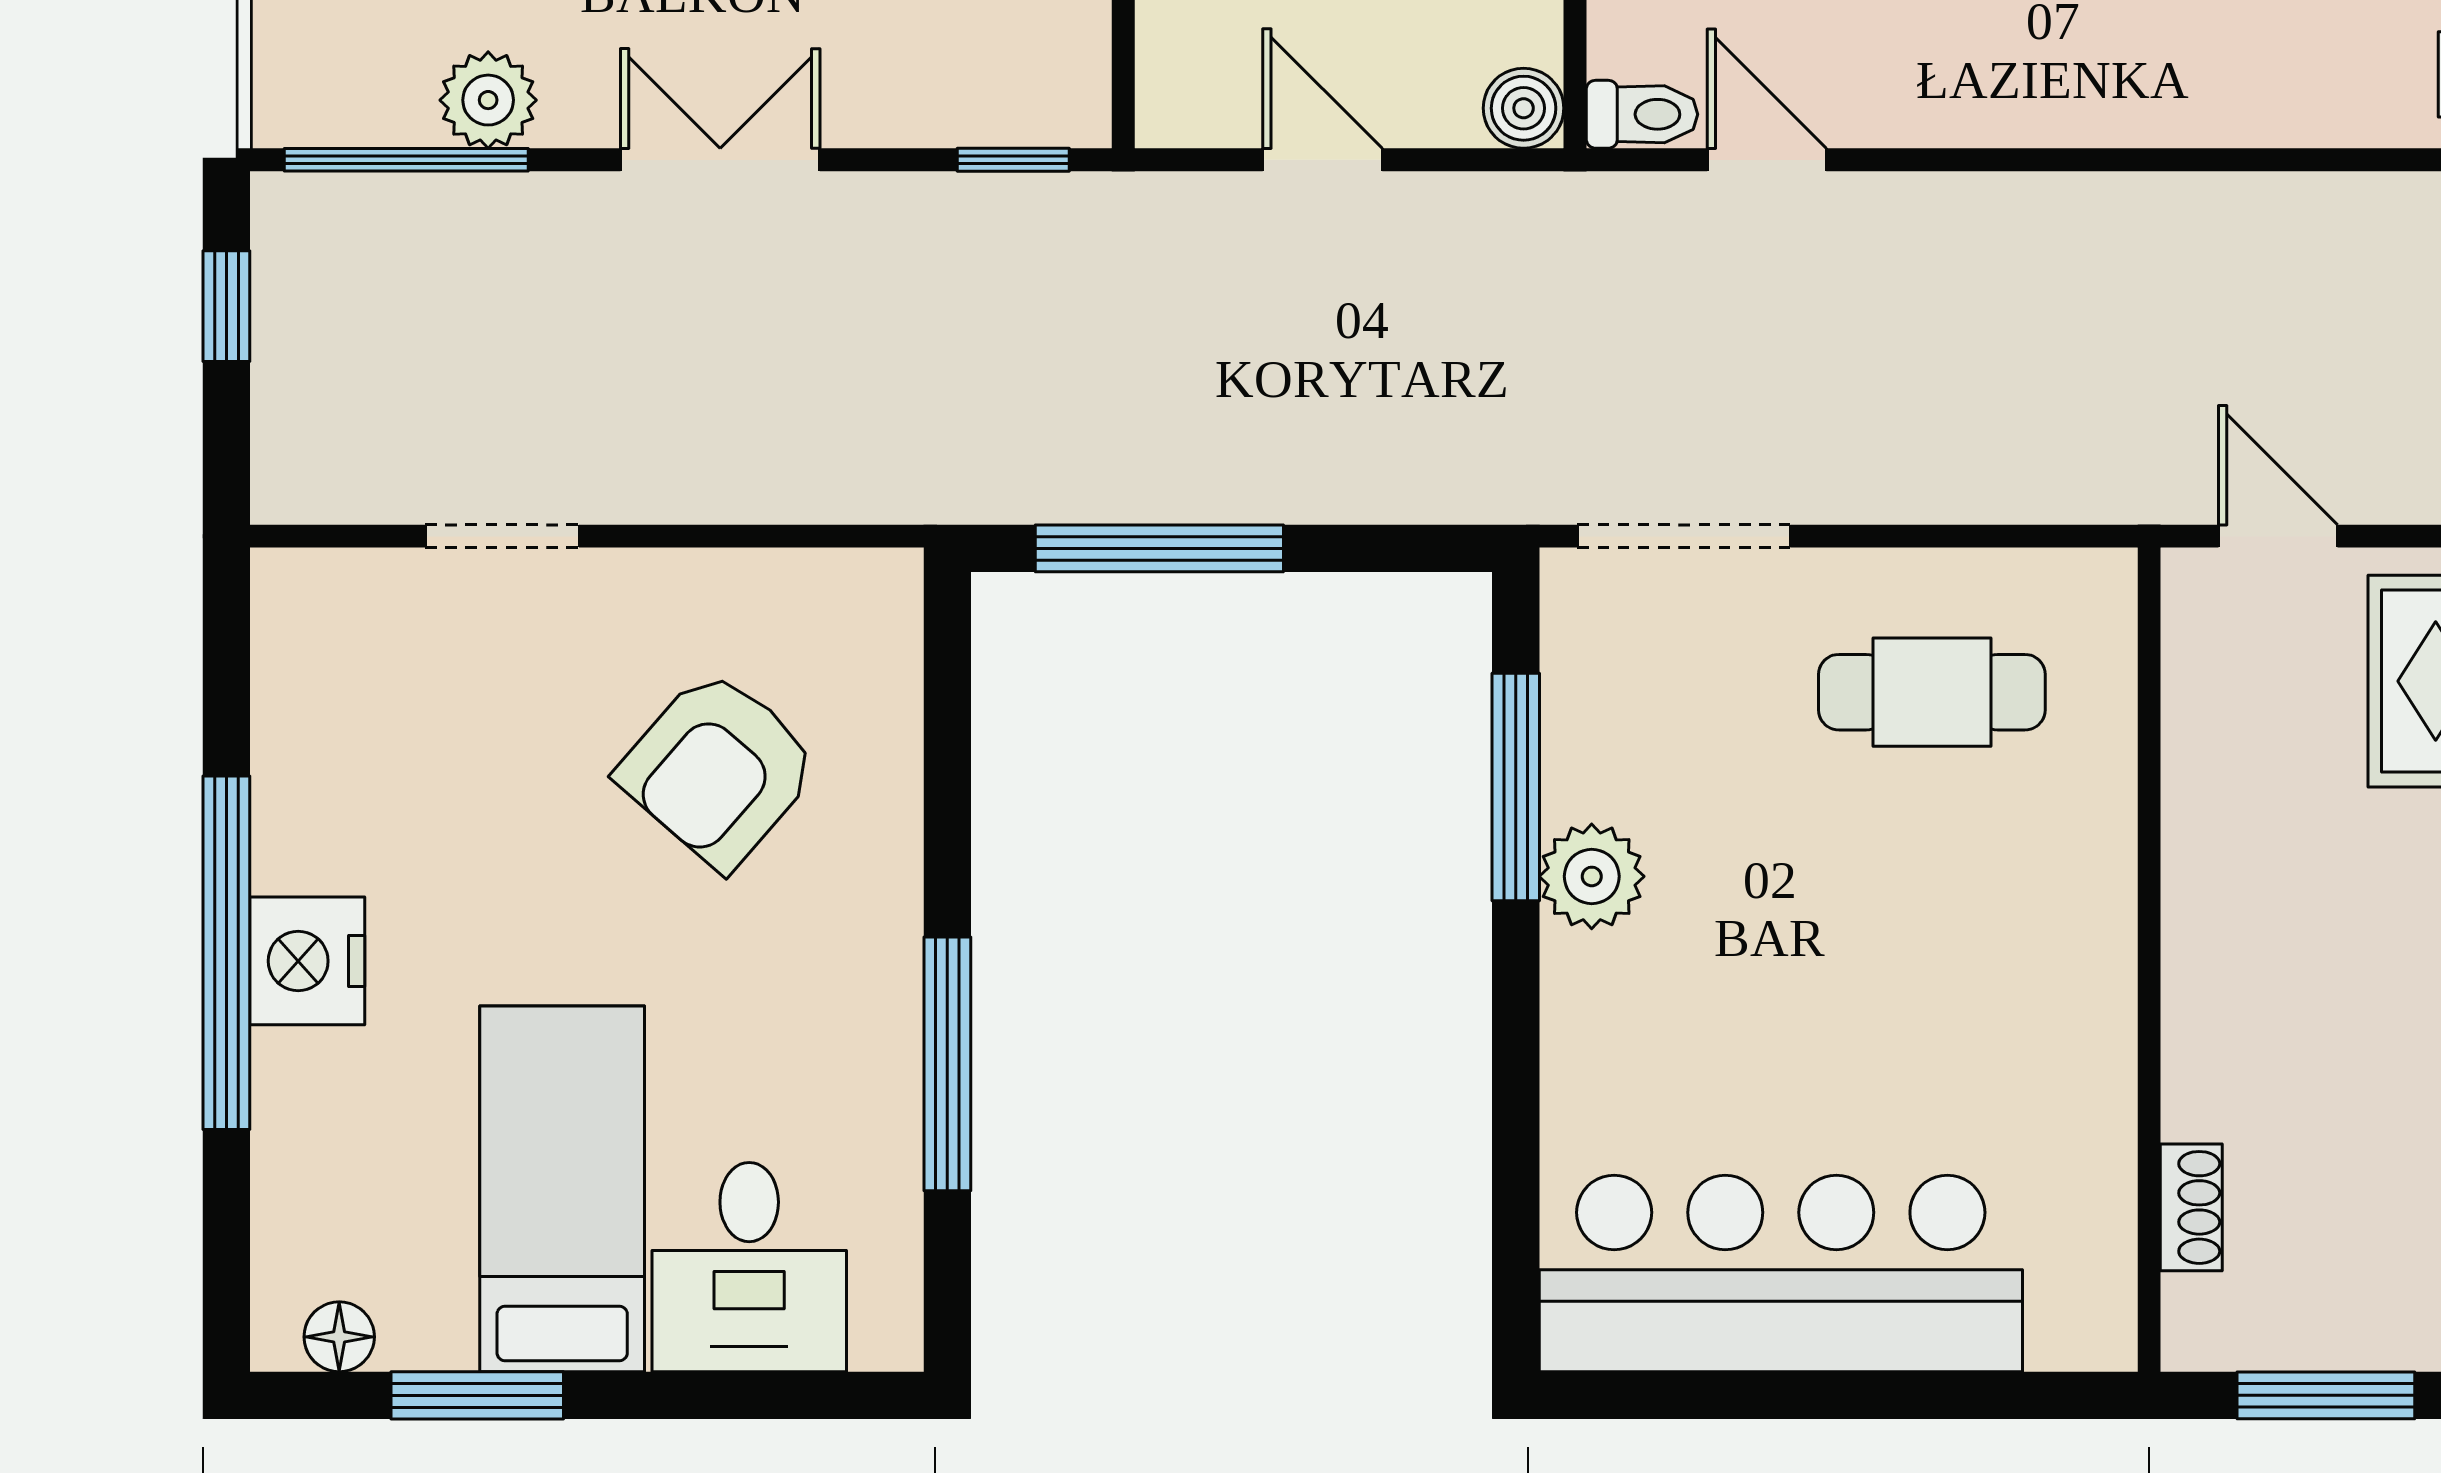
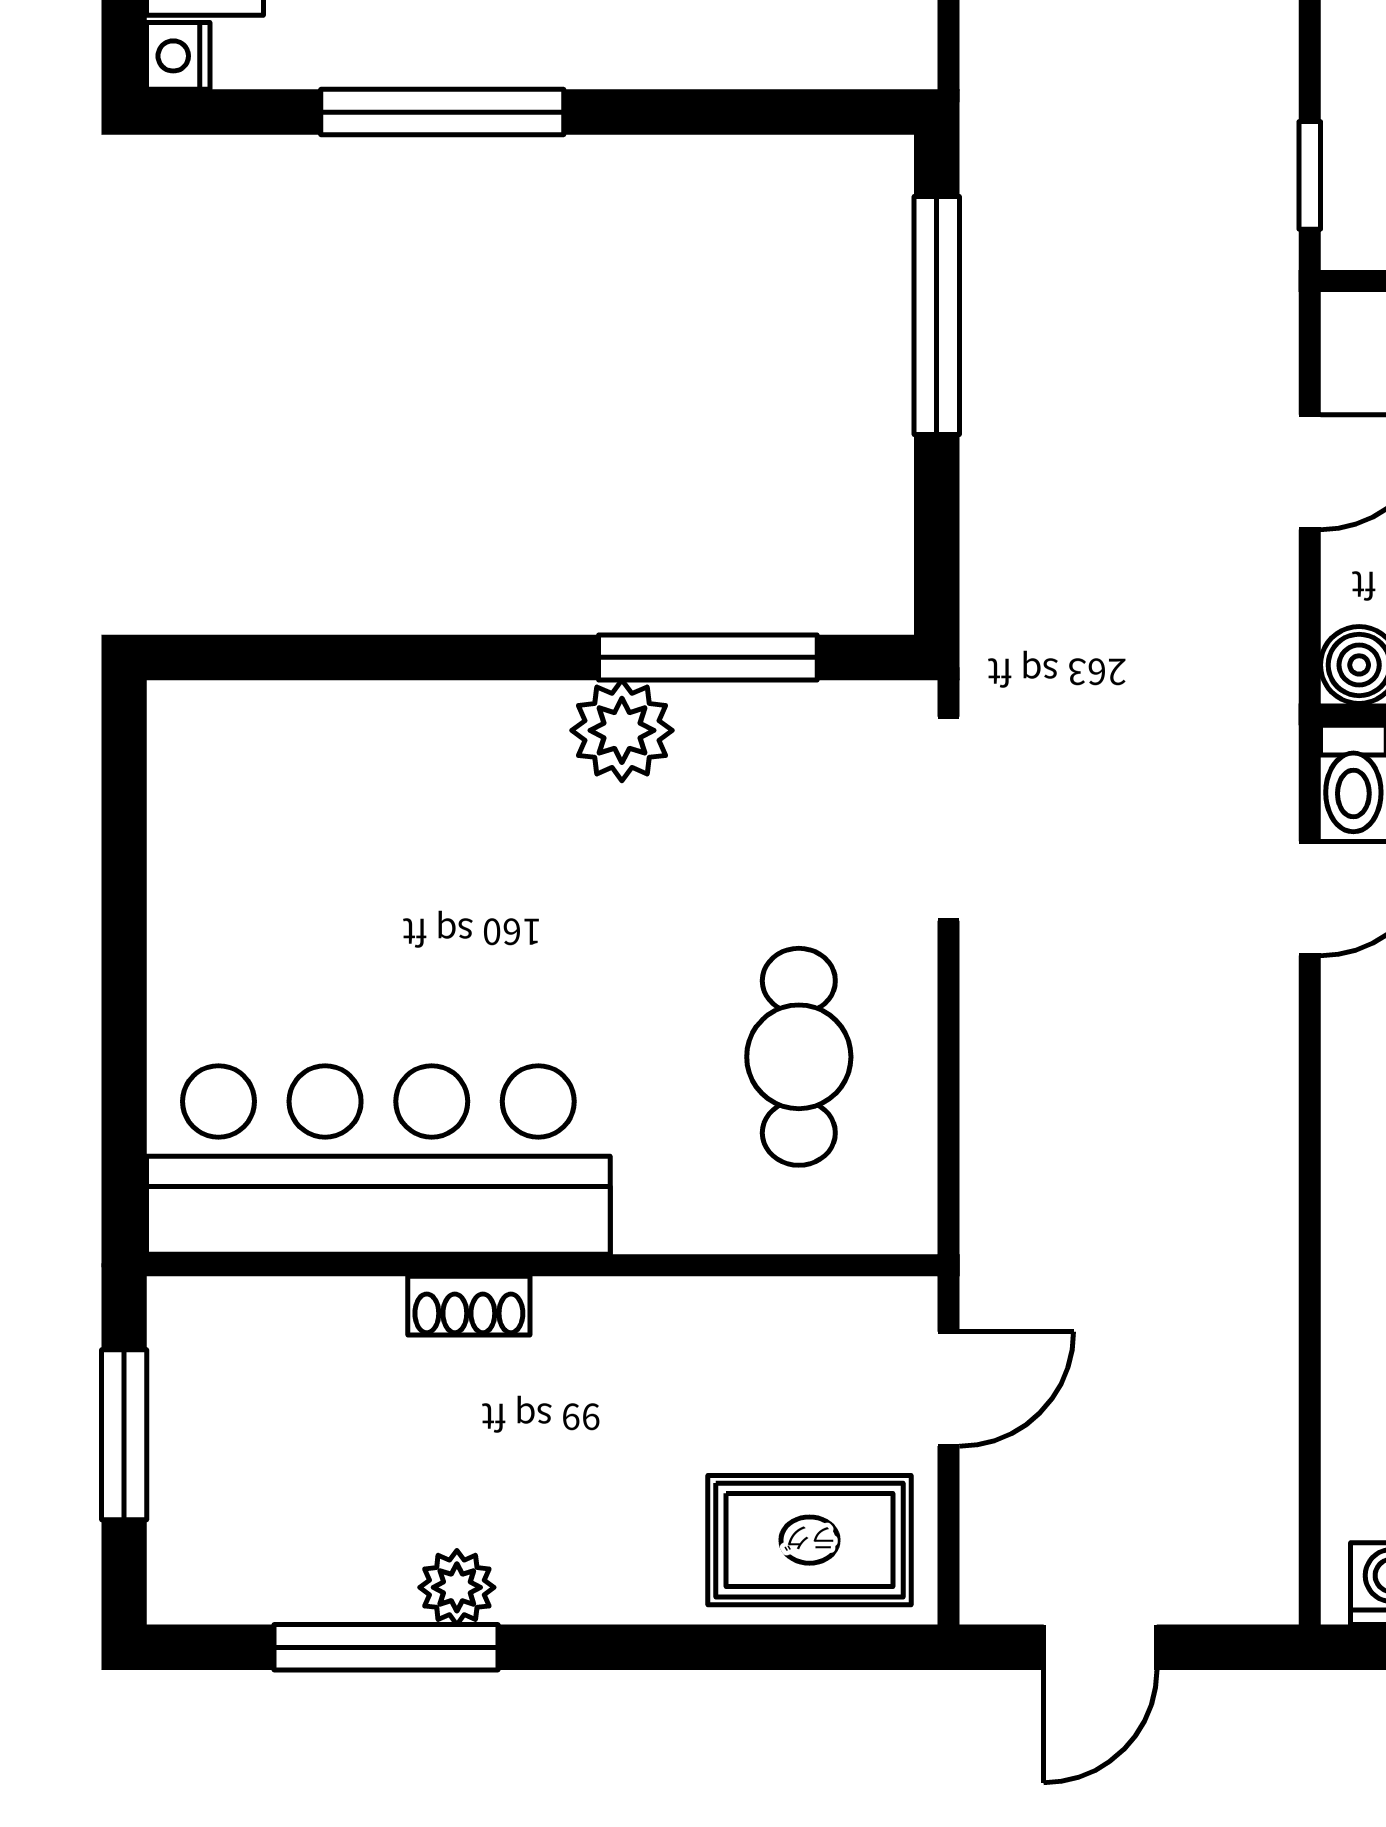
shoe rack: (2191, 1207) -> (469, 1306), moved
bar counter: (1781, 1273) -> (378, 1160), moved, turned -90
nightstand: (889, 1339) -> (178, 56), added

